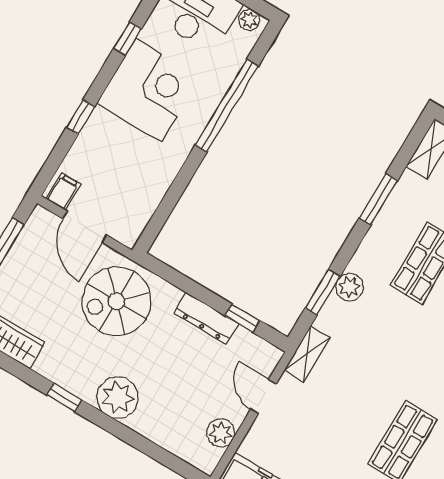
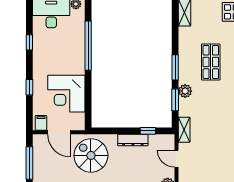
corner desk: (148, 90) -> (66, 94), moved, turned 180
window: (378, 199) -> (175, 67), moved
spiral stairs: (117, 301) -> (91, 155), turned 90

